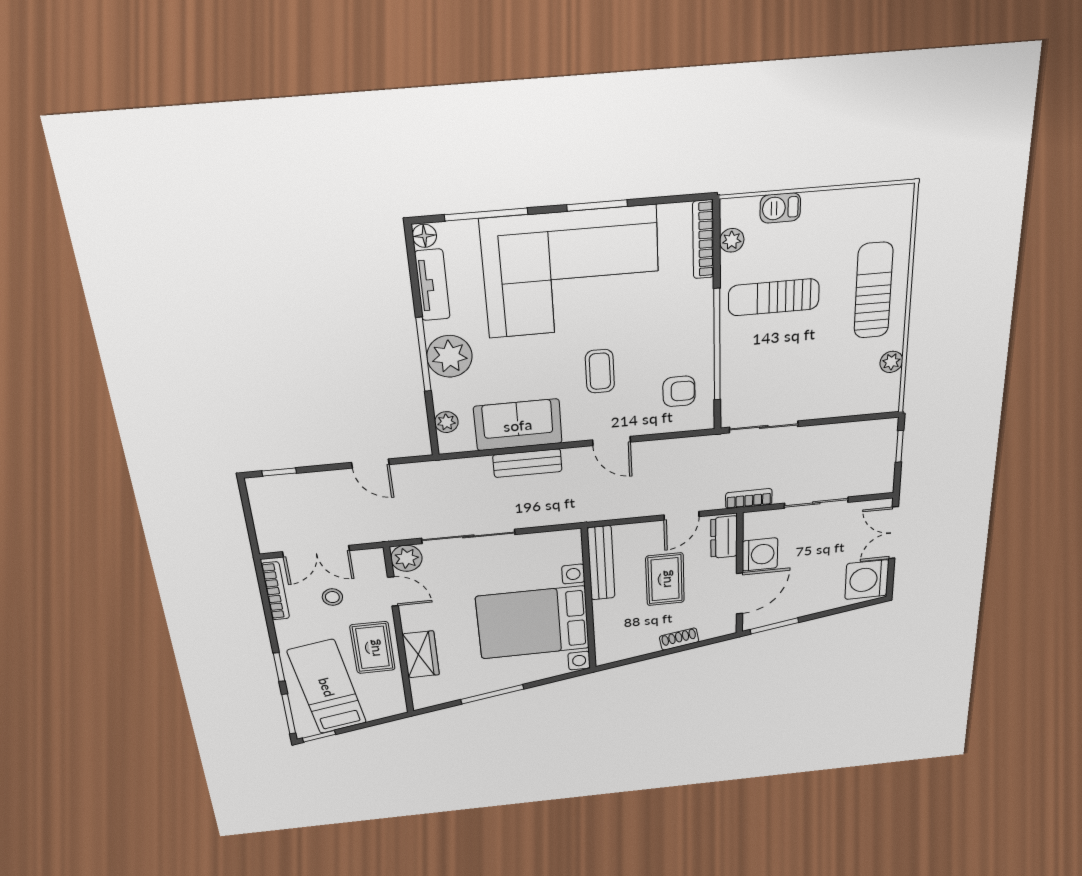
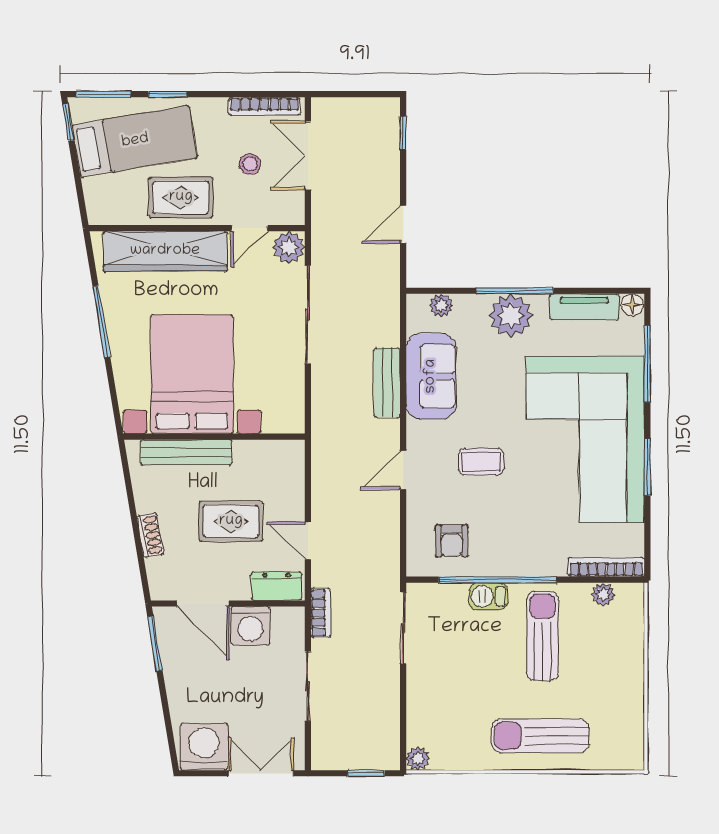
barbecue: (780, 208) -> (488, 596), moved, turned -90
sun lounger: (873, 291) -> (540, 736), turned 180
plant: (891, 362) -> (418, 759), moved
bench: (601, 563) -> (186, 452), moved
wardrobe: (421, 654) -> (165, 251), width x2.10, depth x1.17

